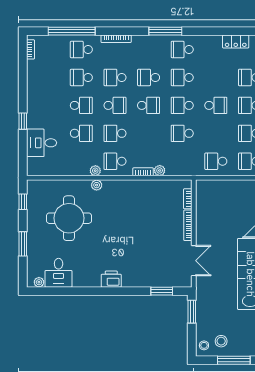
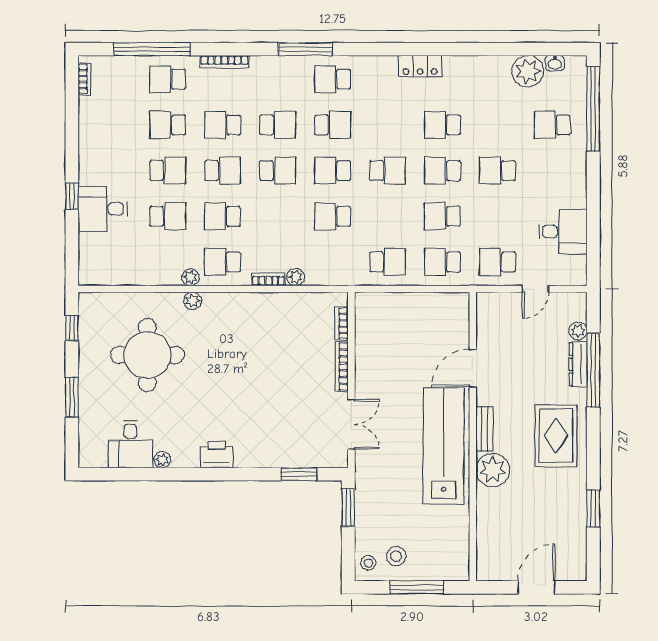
school desk: (149, 77) -> (278, 125), turned 180
school desk: (182, 77) -> (333, 125), turned 180
desk: (42, 143) -> (103, 209), moved
school desk: (216, 161) -> (387, 262), turned 180
plant: (39, 282) -> (162, 460), moved

